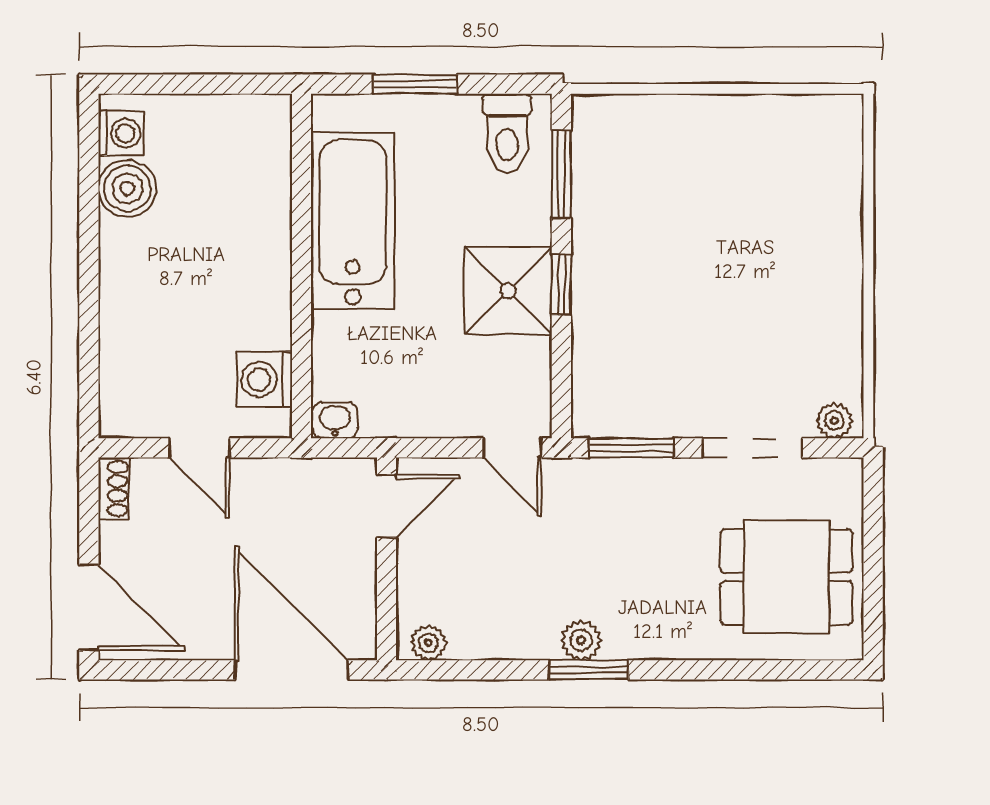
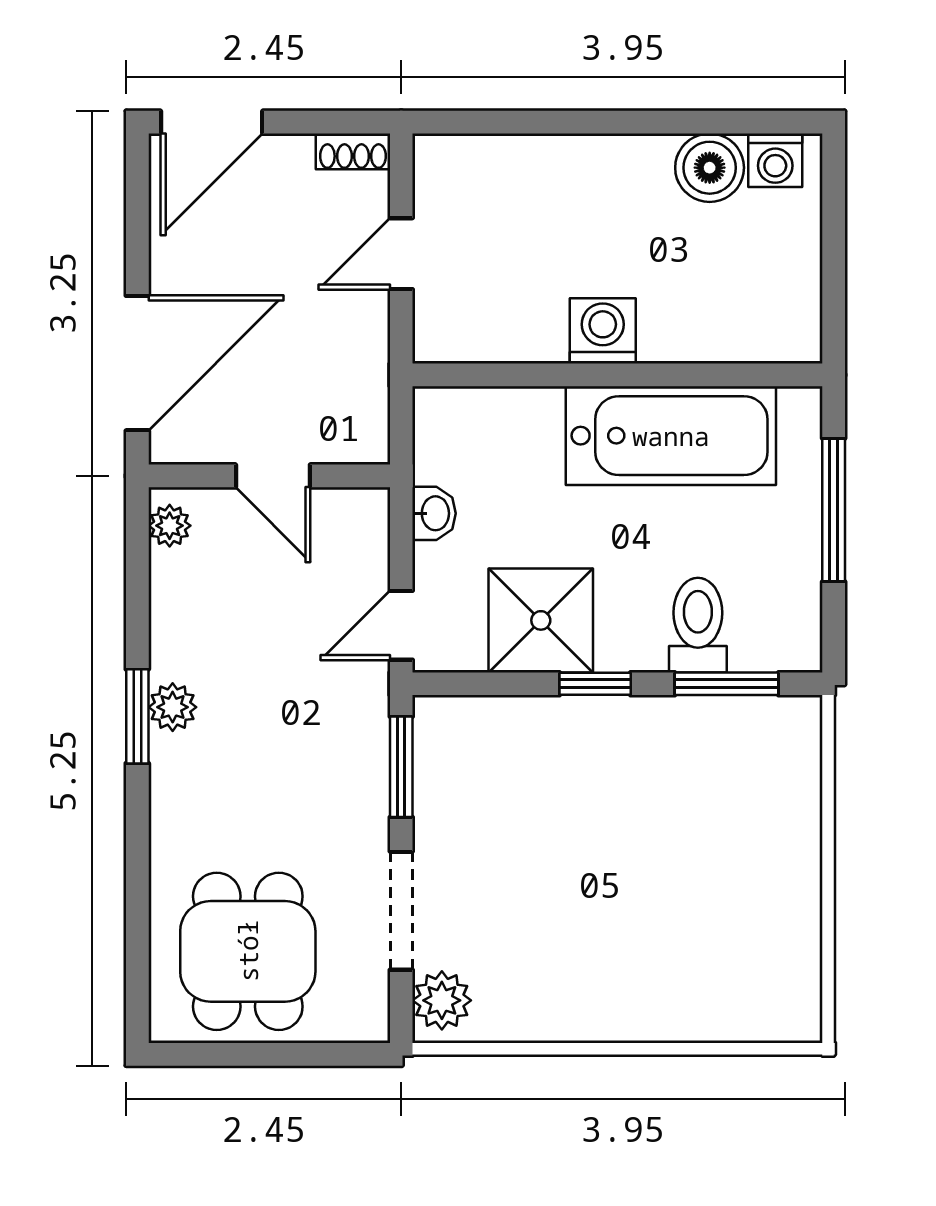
window: (415, 84) -> (834, 510), width x1.44
toilet: (507, 133) -> (698, 625), moved, turned 90
shower: (508, 291) -> (541, 620), moved
washing machine: (264, 380) -> (603, 331), moved
washbasin: (335, 420) -> (434, 513), moved
plant: (834, 421) -> (442, 1000), width x1.38, depth x1.38
door: (387, 506) -> (273, 476), moved

